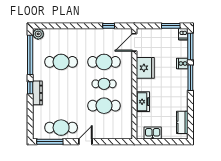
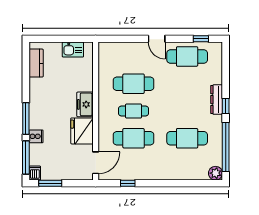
freezer: (143, 102) -> (85, 104), moved
window: (50, 142) -> (201, 39), width x0.46
door: (85, 142) -> (157, 39), hinge flipped

